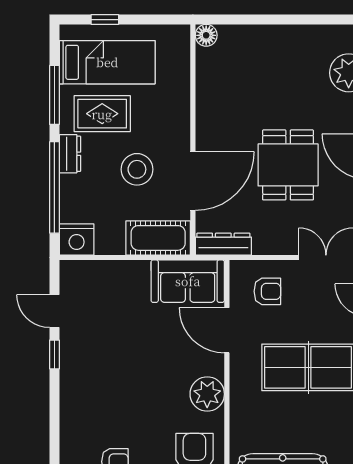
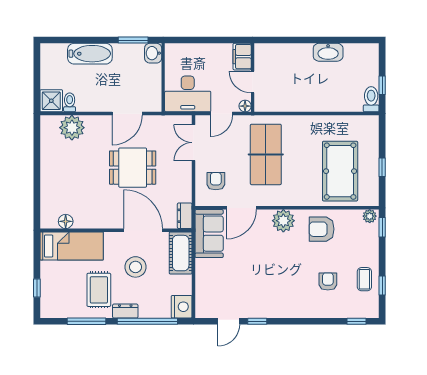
floor lamp: (206, 35) -> (66, 221), moved
bed: (107, 62) -> (72, 246), moved, turned 90
dresser: (223, 244) -> (185, 216), width x0.70

